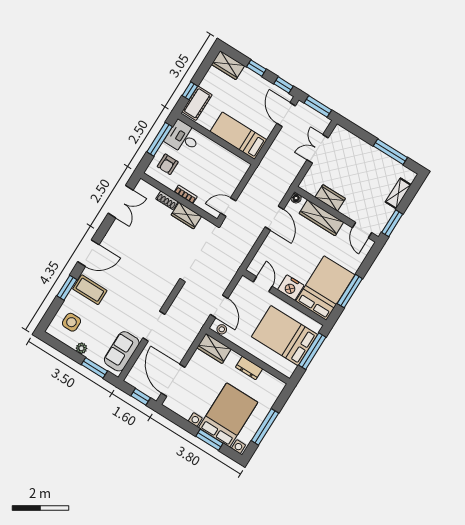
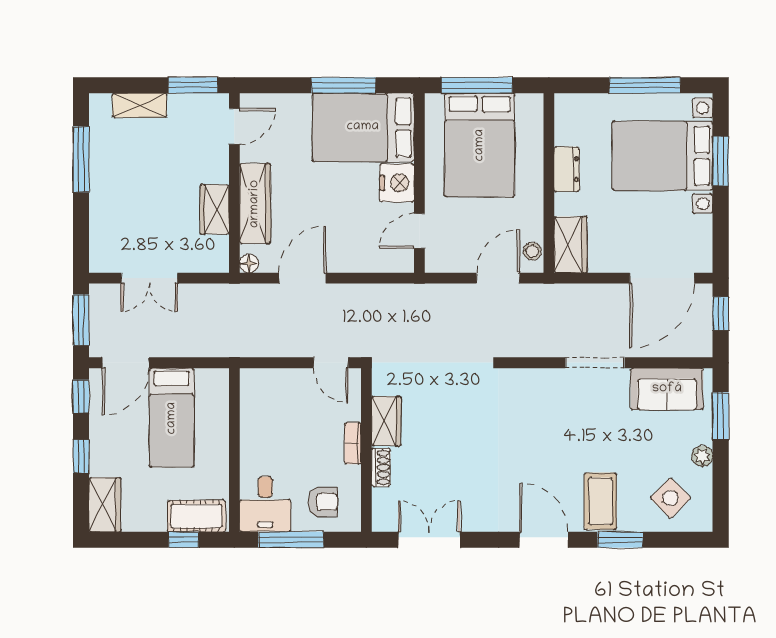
bed: (238, 136) -> (172, 418), moved
side table: (71, 322) -> (671, 498), turned 45

